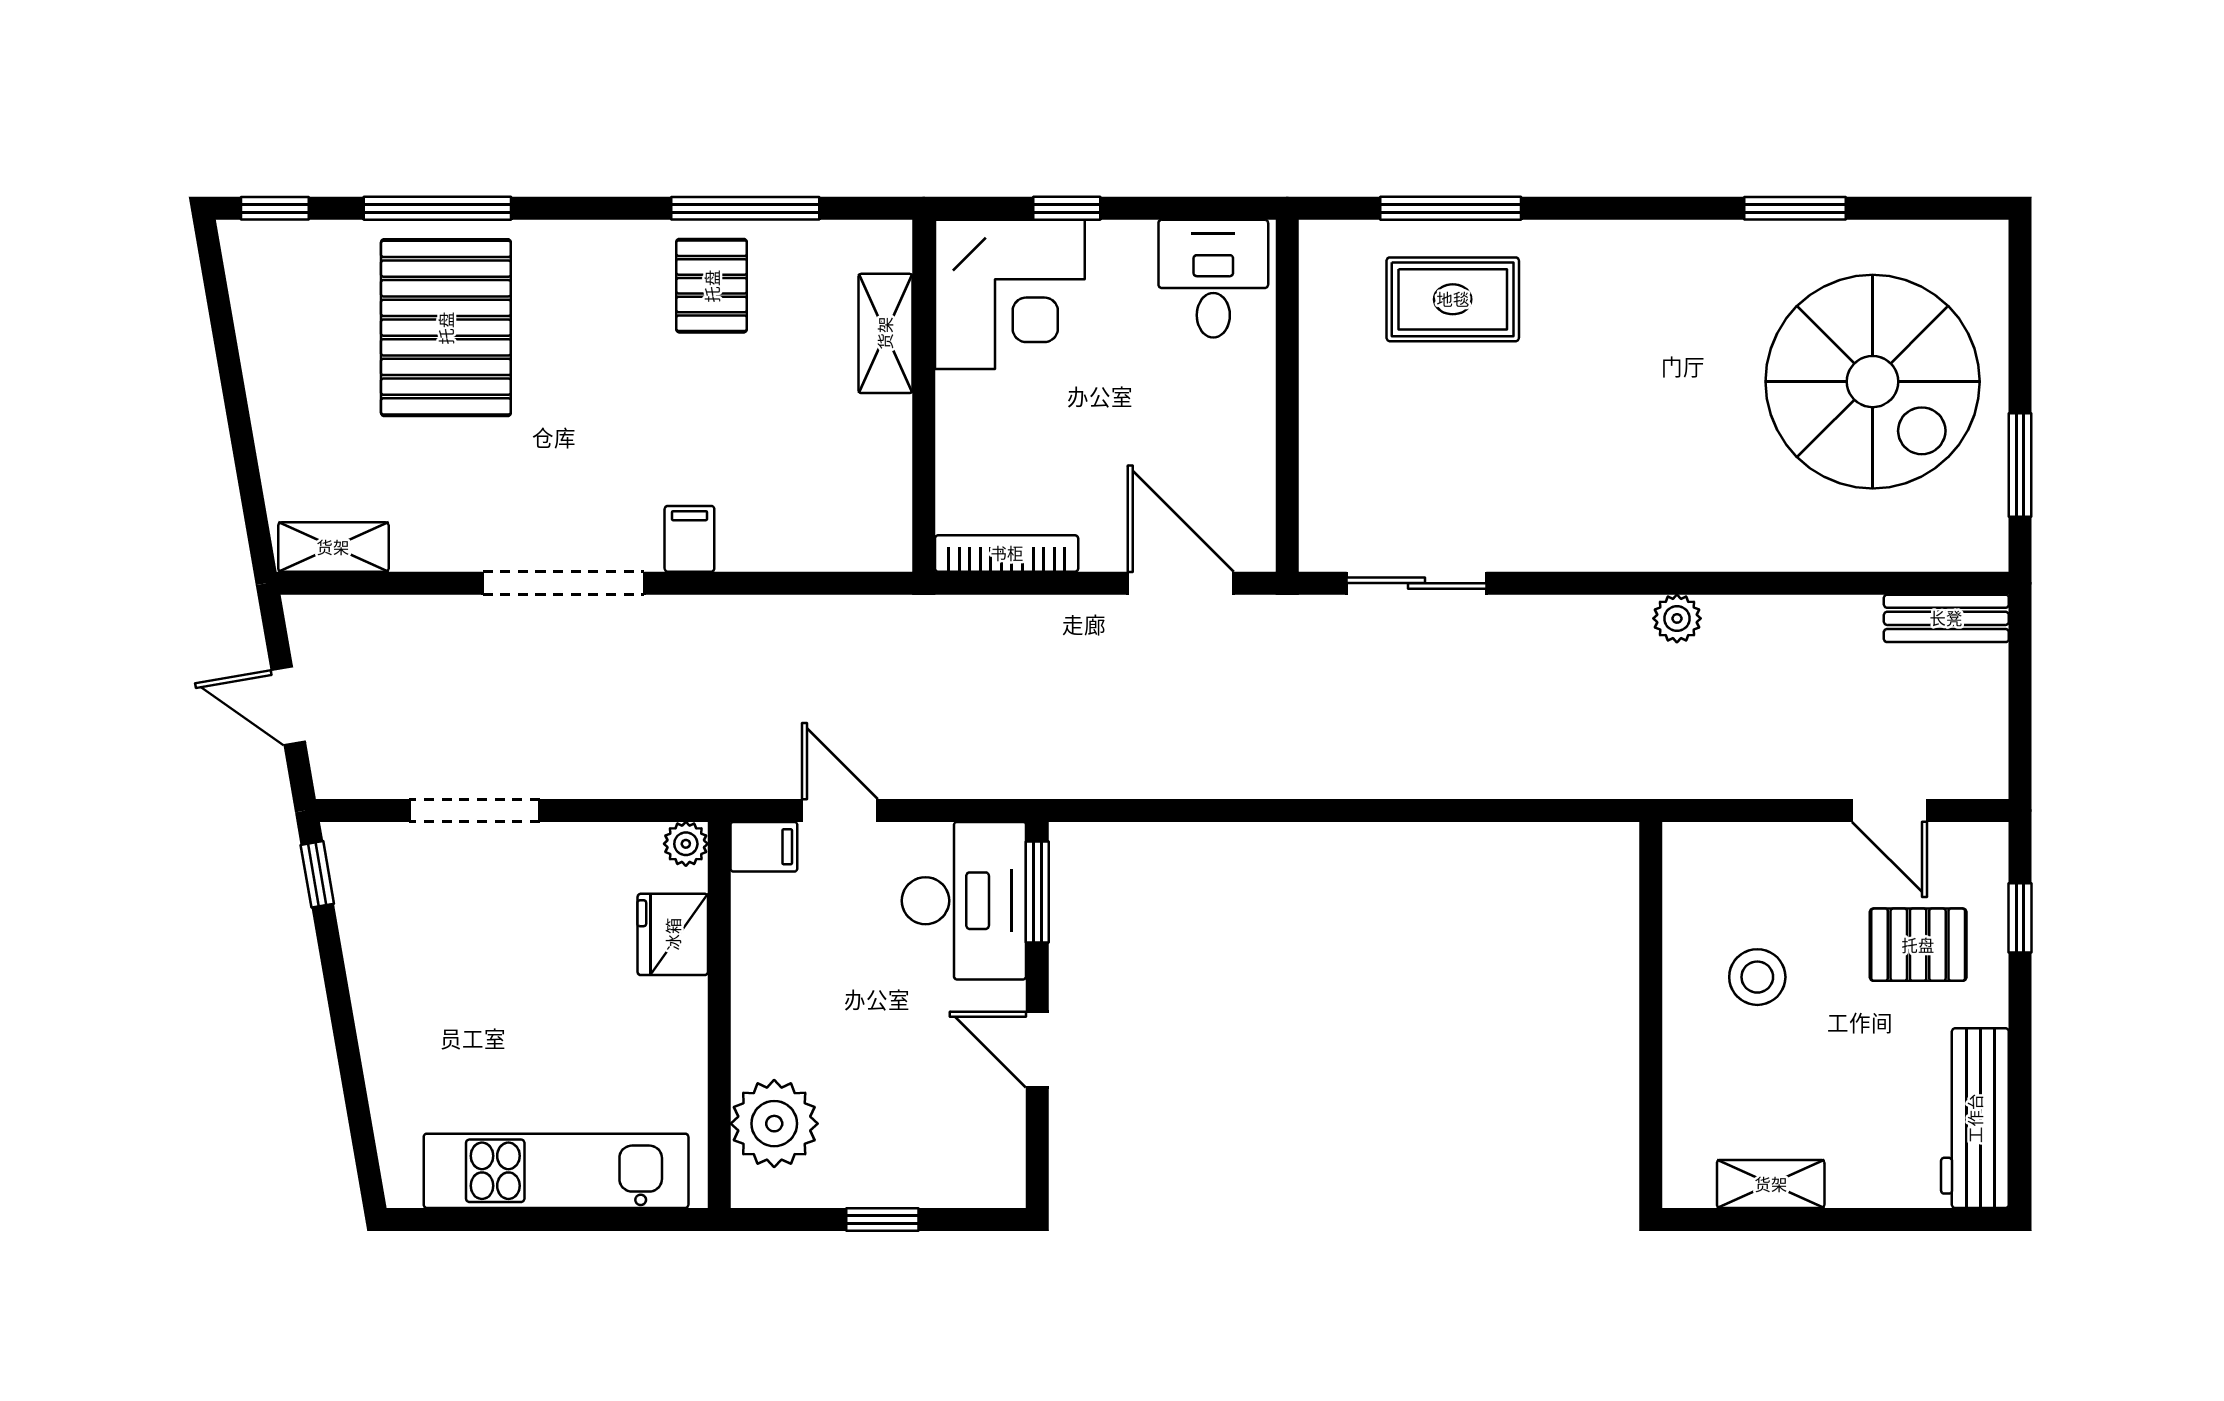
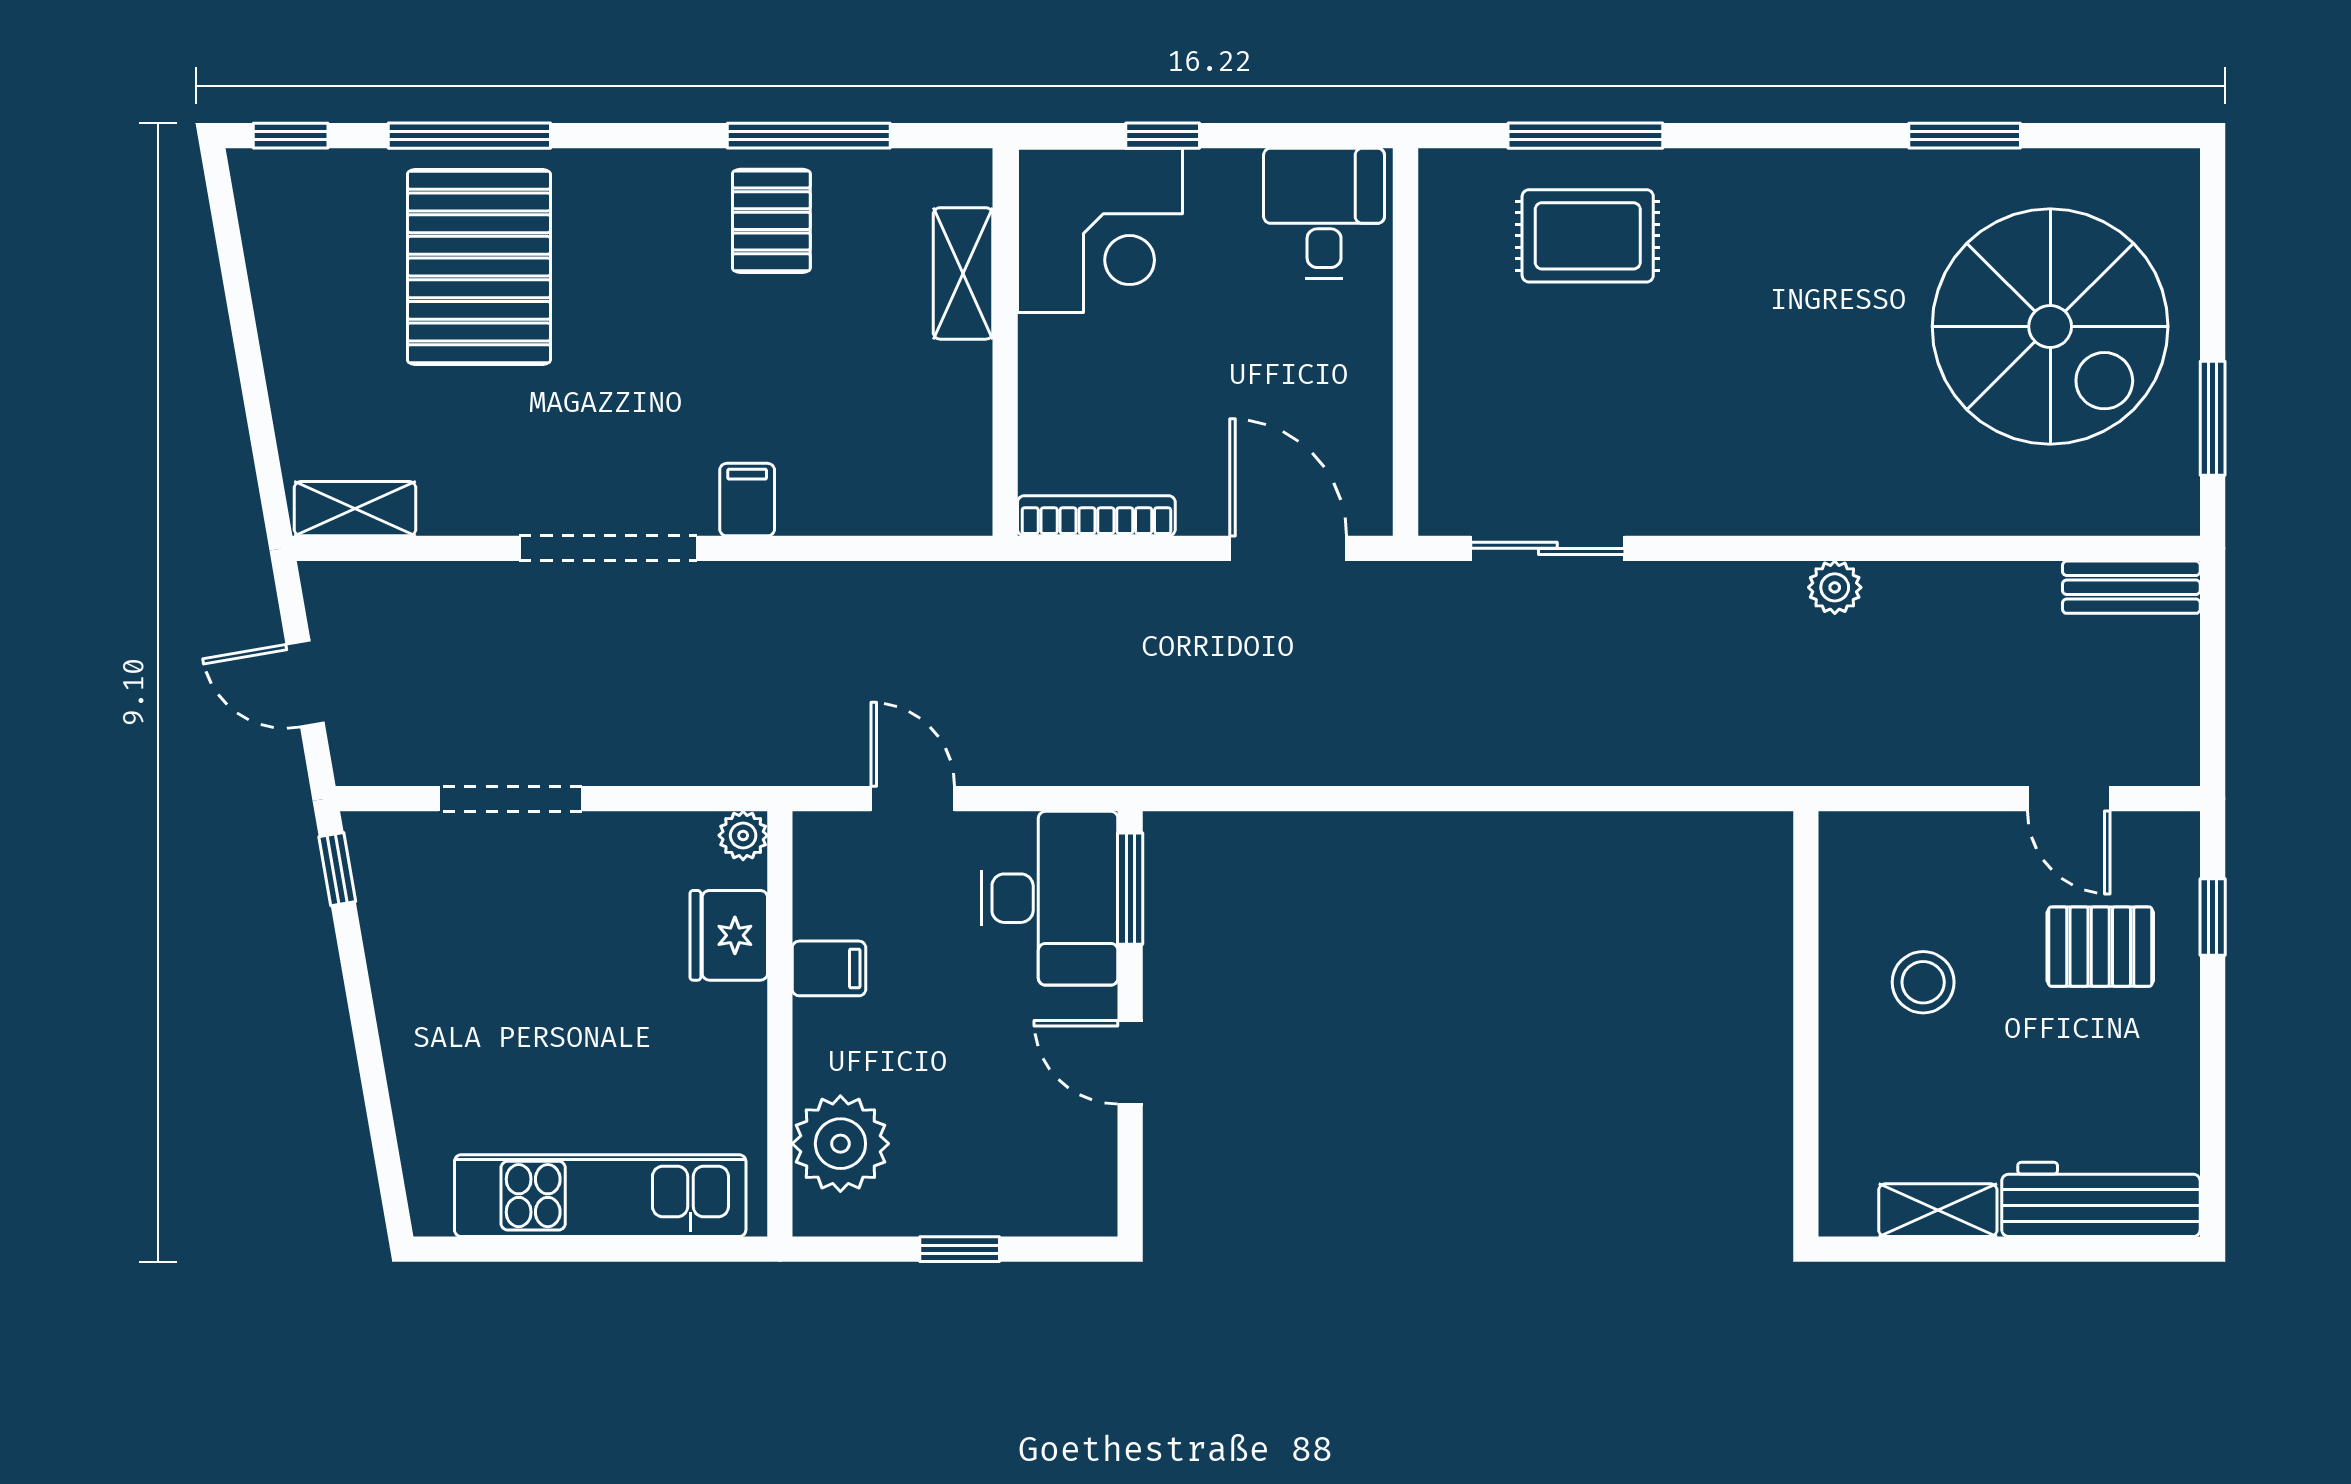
filing cabinet: (764, 847) -> (829, 968), moved
workbench: (1975, 1118) -> (2101, 1199), moved, turned 90

